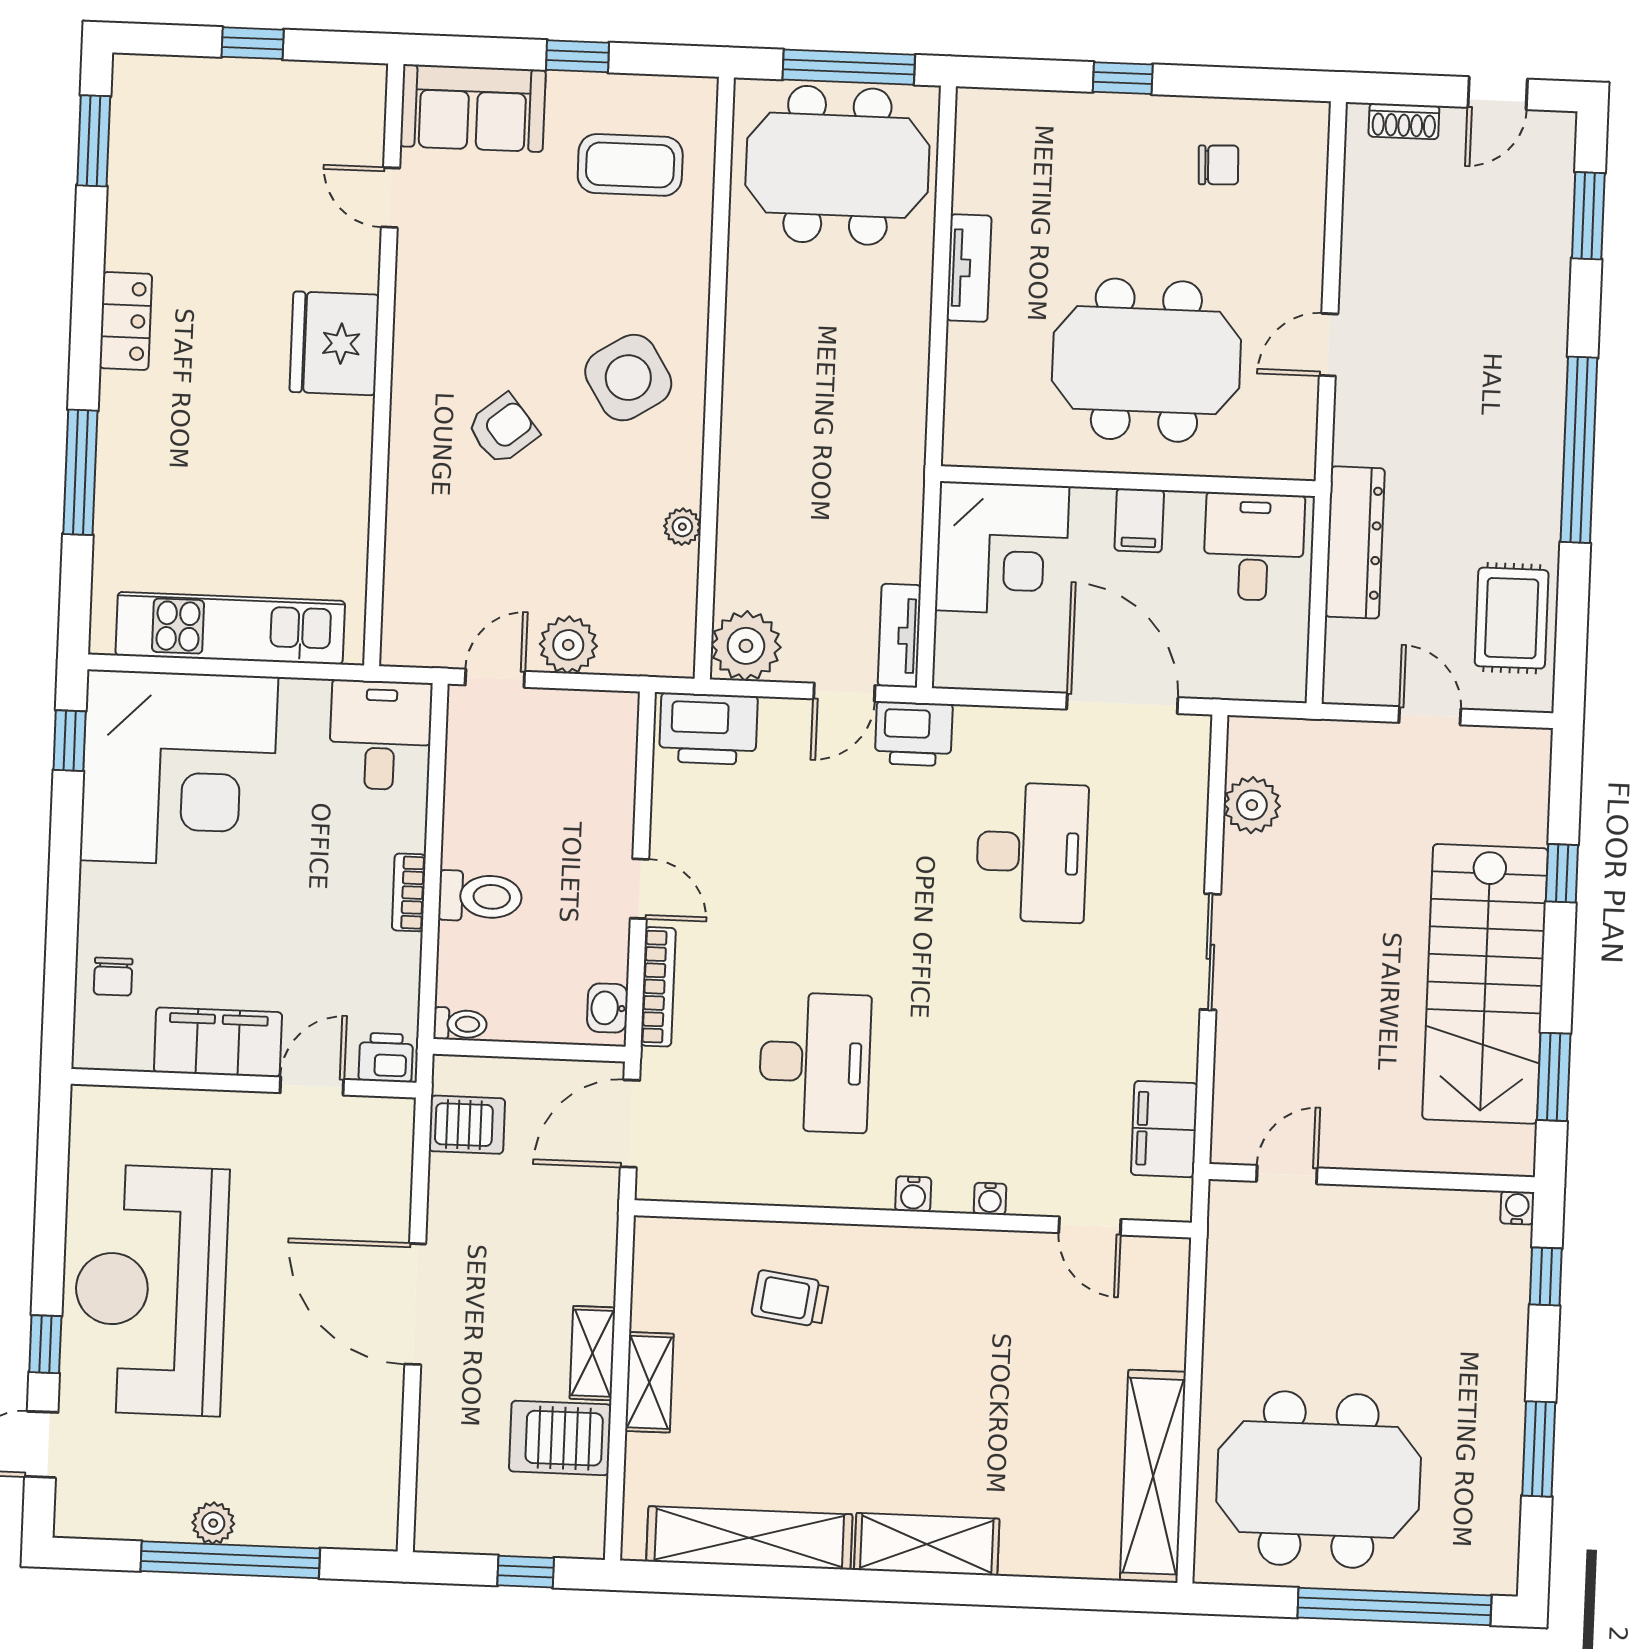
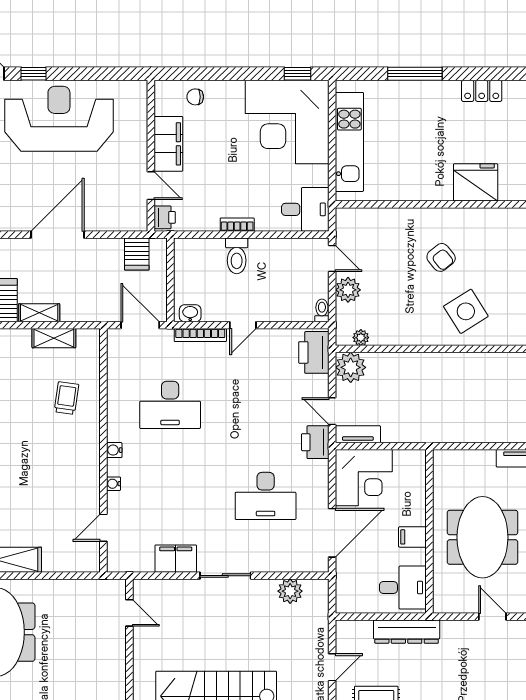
plant: (682, 527) -> (361, 338), moved
corner desk: (1002, 548) -> (364, 478), moved, turned -90
toilet: (460, 1024) -> (322, 310), moved, turned 180
filing cabinet: (1164, 1129) -> (176, 559), moved
shelving: (649, 1382) -> (54, 338), moved

